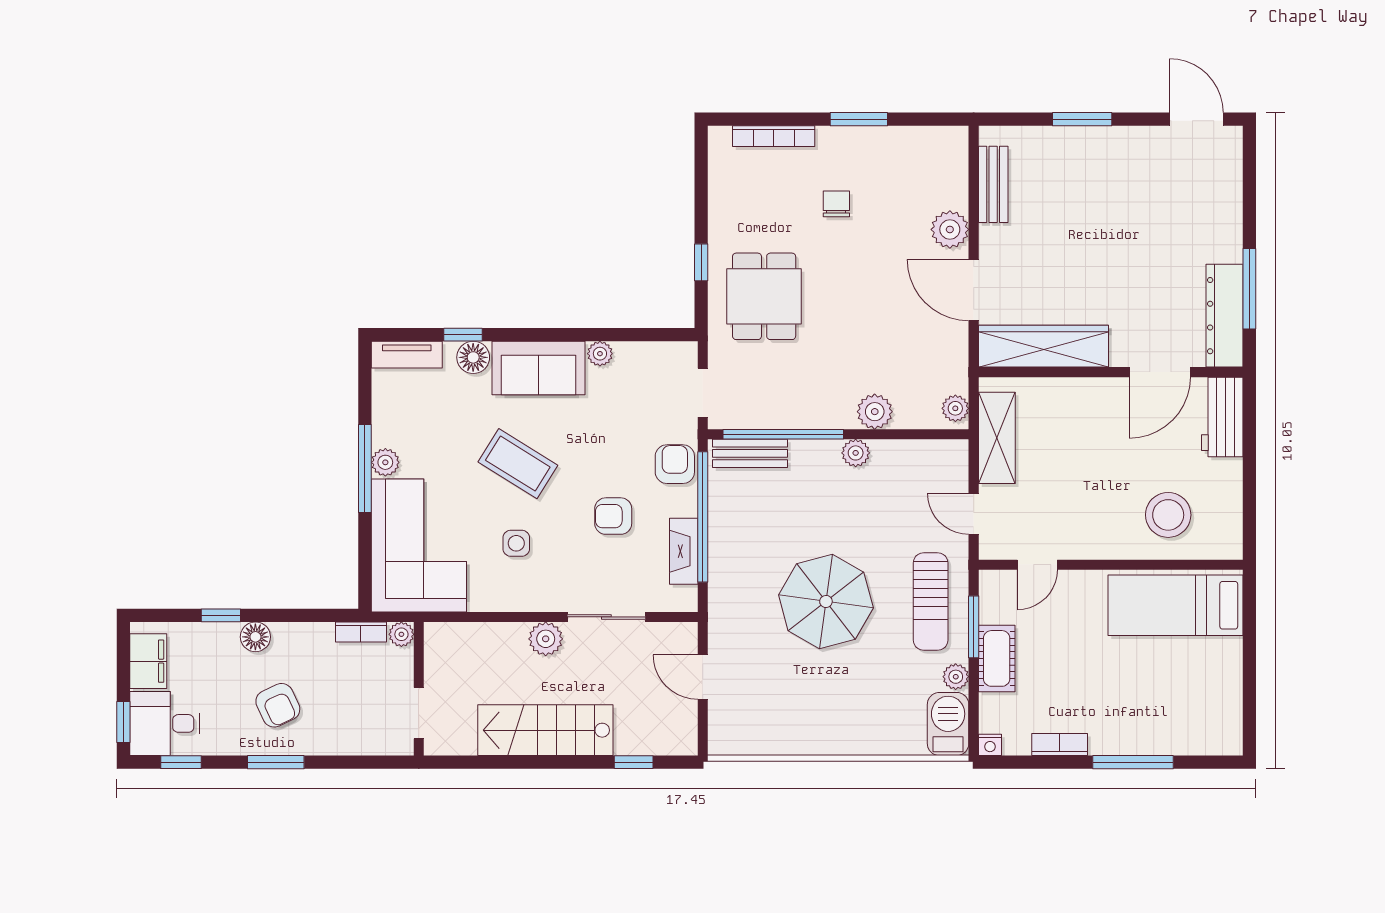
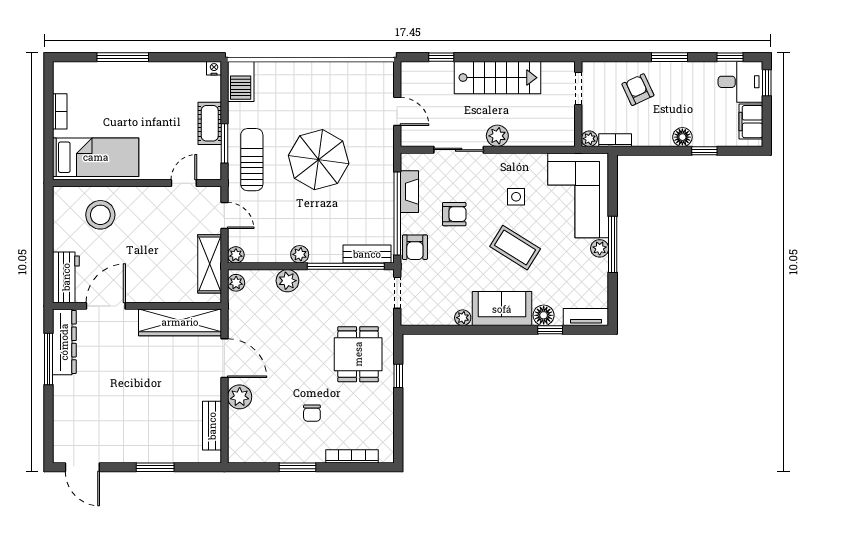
plant: (956, 677) -> (236, 255), moved
armchair: (278, 705) -> (638, 90), moved
bookcase: (1060, 745) -> (60, 111), moved, turned -90

